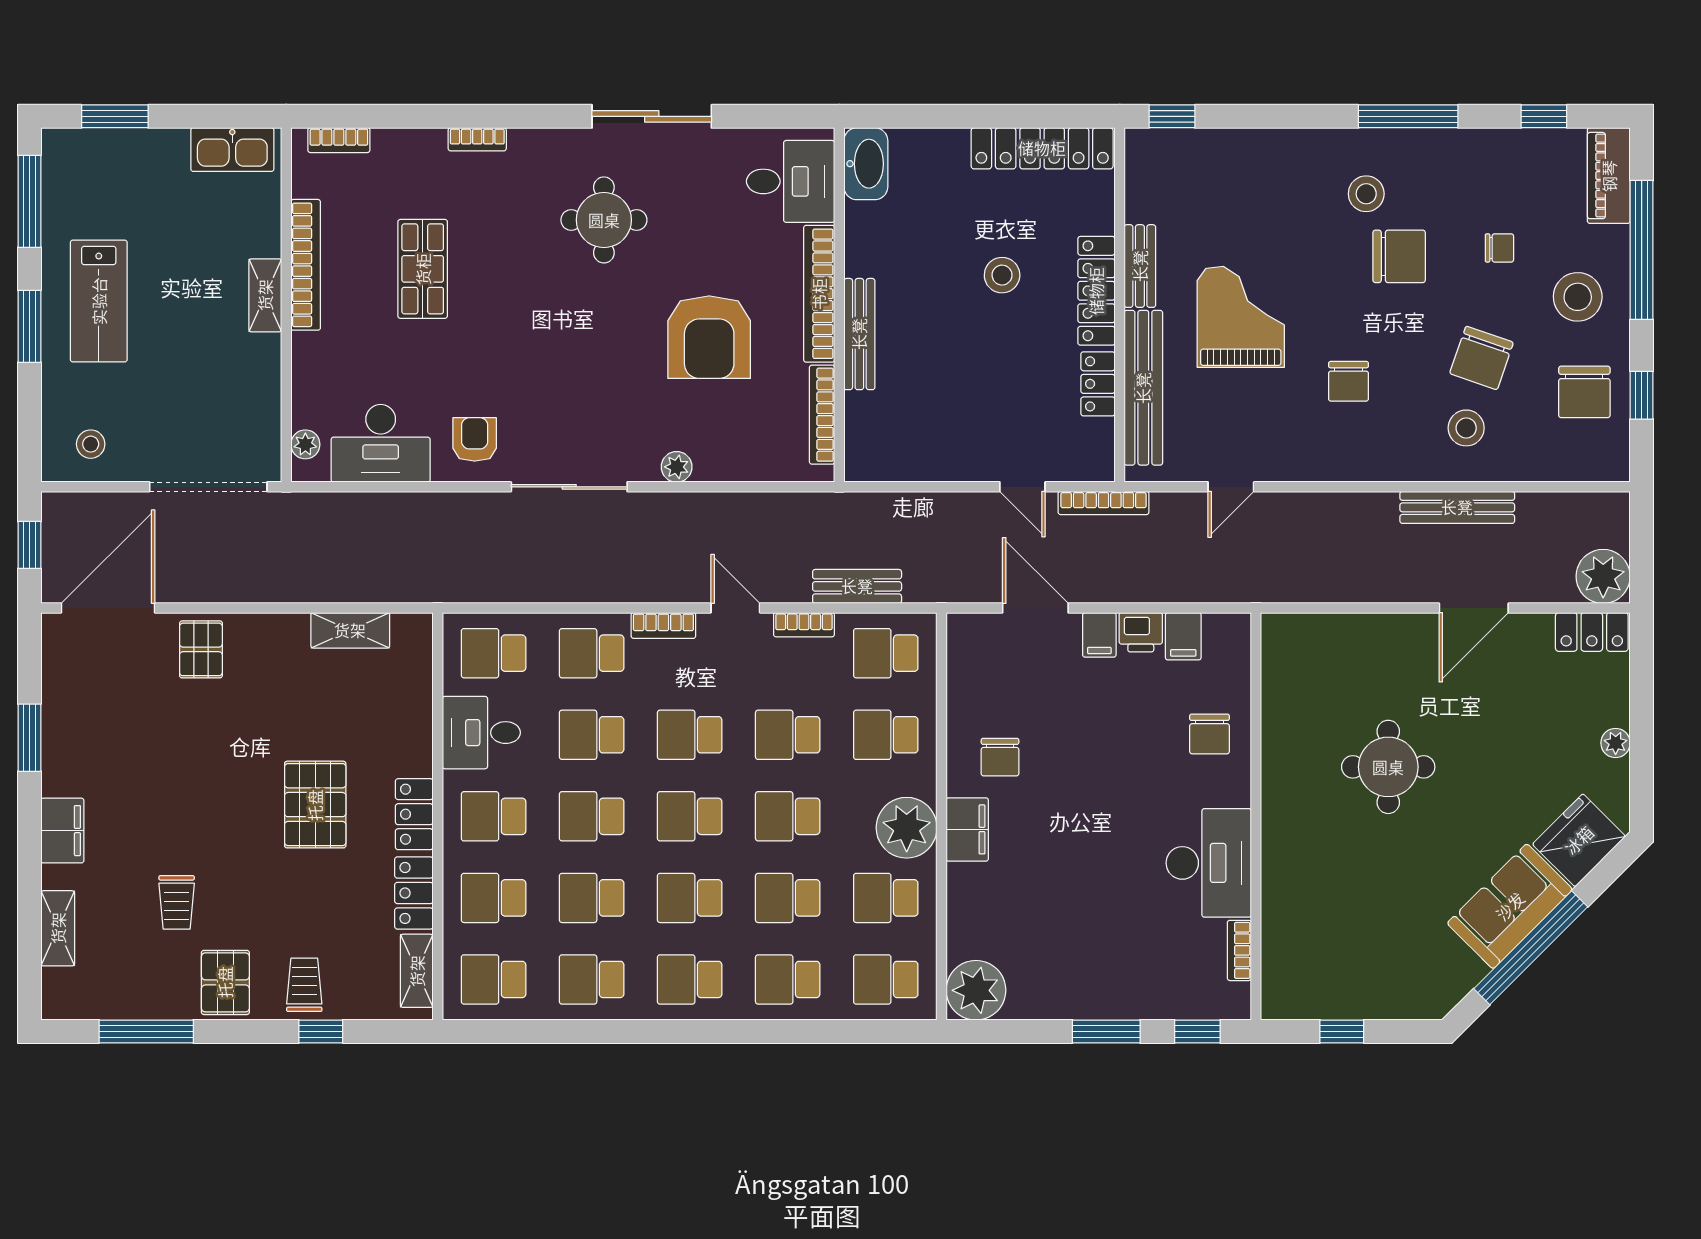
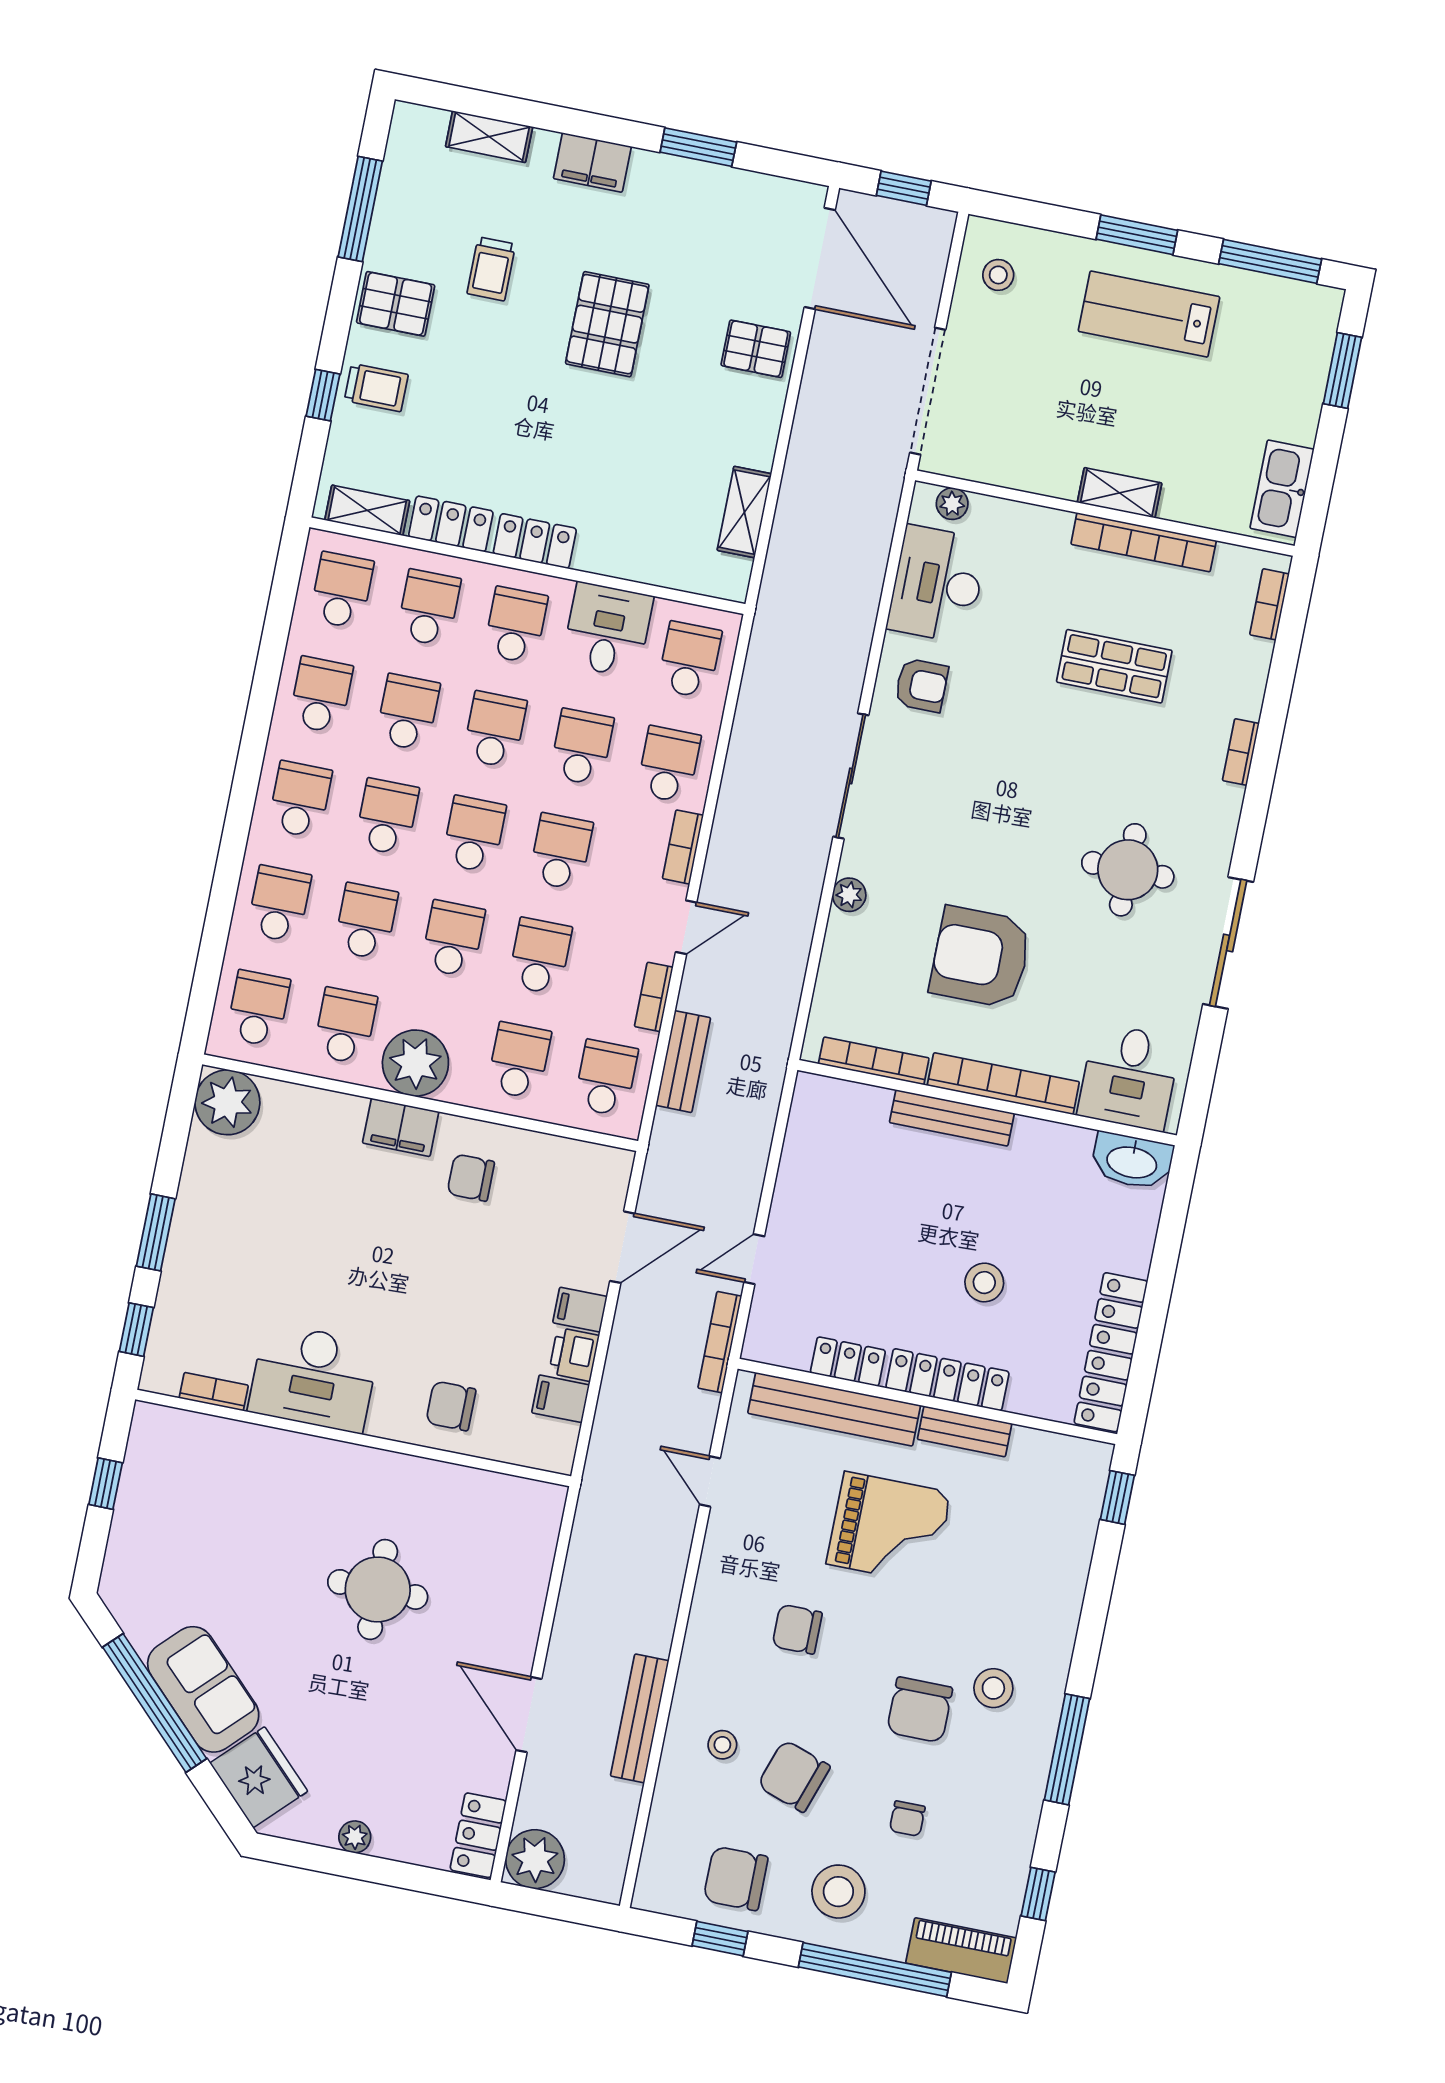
stool: (1466, 428) -> (722, 1745), width x0.73, depth x0.73
pallet: (315, 805) -> (607, 324), moved, turned 90
trolley: (177, 902) -> (491, 269), turned -90

